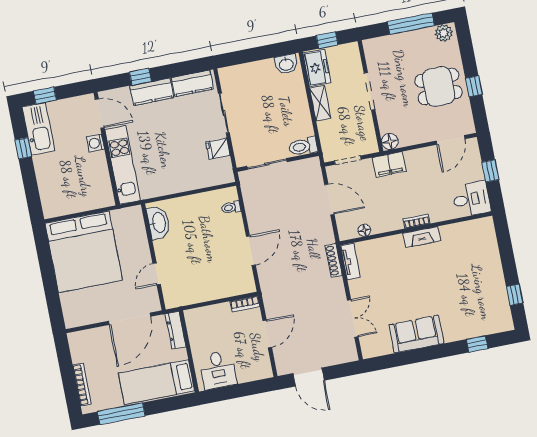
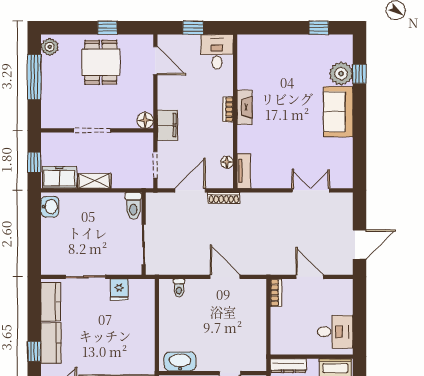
shoe rack: (334, 260) -> (224, 198), moved
tv unit: (350, 262) -> (244, 171), moved, turned 90
plant: (474, 326) -> (341, 74), added
sofa: (416, 334) -> (338, 112), moved

